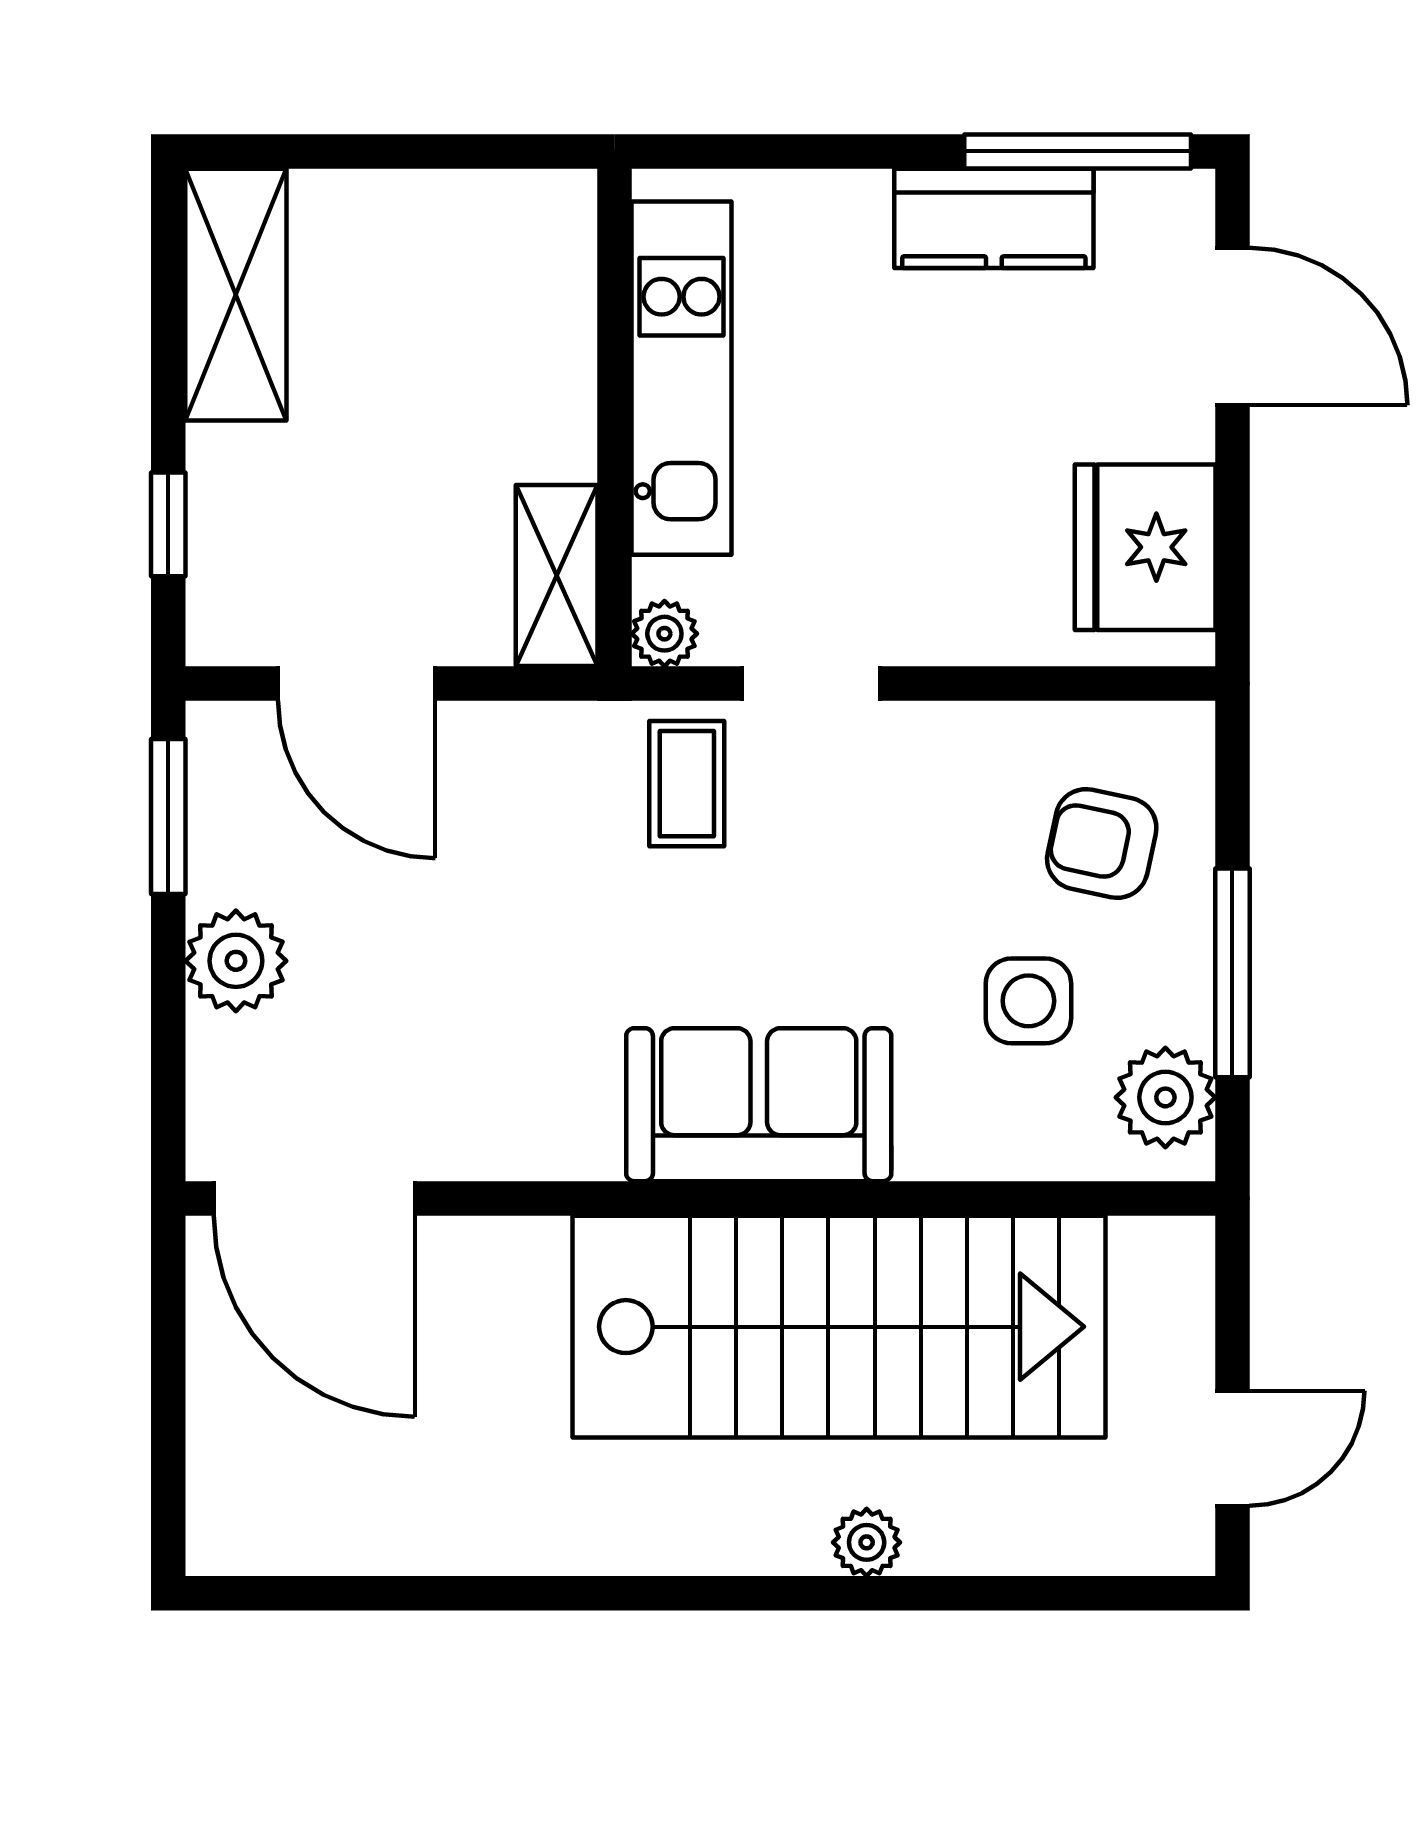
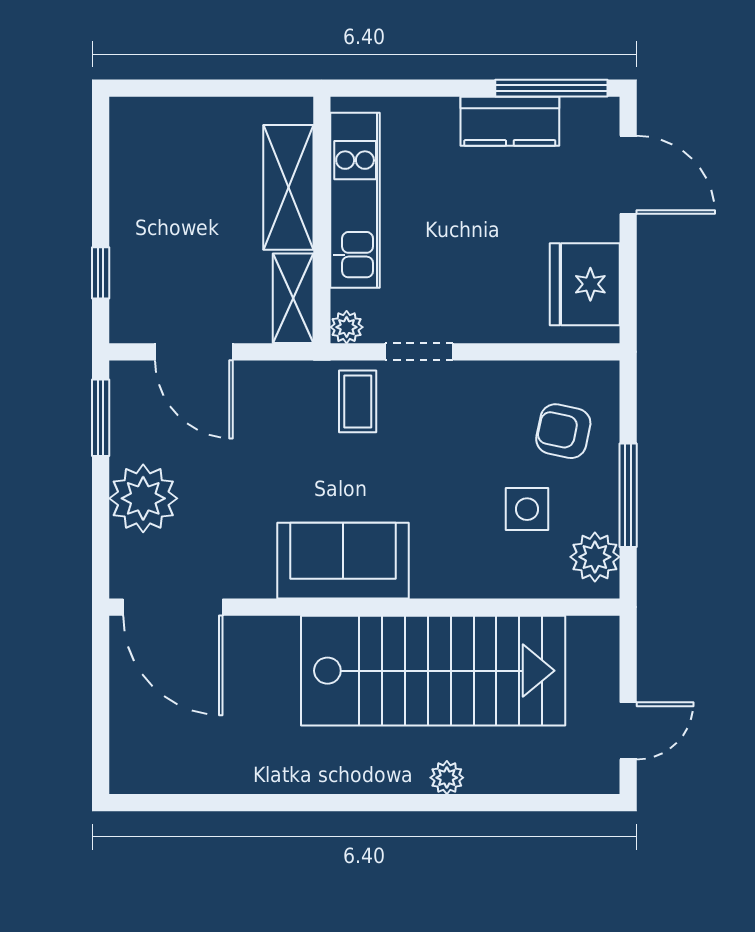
shelving: (236, 295) -> (288, 187), moved
plant: (236, 961) -> (143, 498), width x1.36, depth x1.36
sofa: (759, 1105) -> (343, 561), moved

